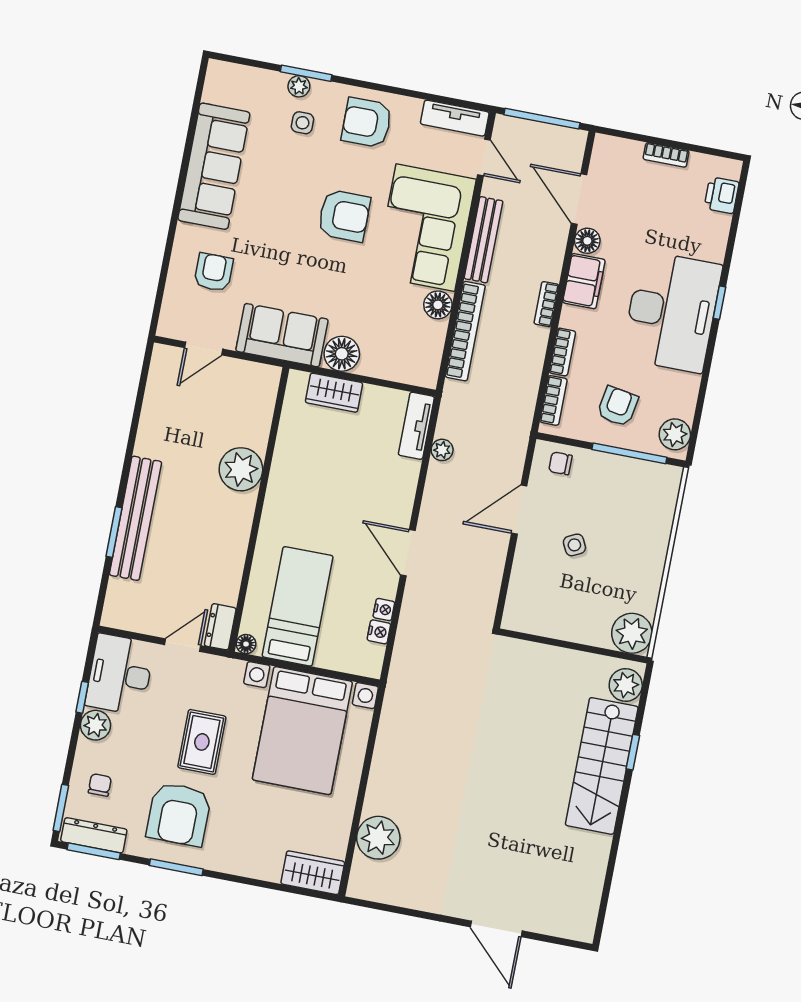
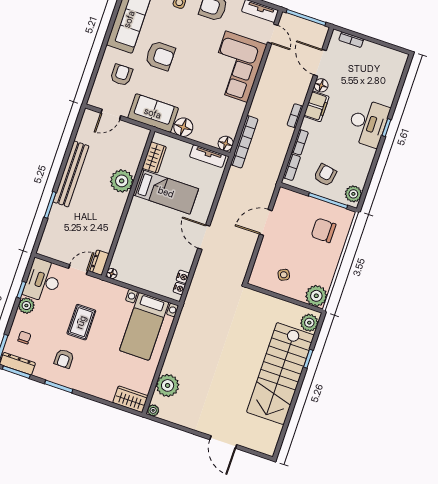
bookcase: (666, 155) -> (351, 40), moved
printer: (721, 195) -> (395, 71), removed
armchair: (344, 216) -> (160, 56), moved
bench: (484, 240) -> (266, 77), removed
floor lamp: (438, 305) -> (226, 144), moved
desk: (672, 312) -> (368, 123), width x0.73, depth x0.77
bookcase: (465, 331) -> (244, 142), moved
wardrobe: (334, 393) -> (154, 157), moved, turned -90
tv unit: (416, 426) -> (208, 156), moved, turned -90
plant: (442, 450) -> (153, 410), moved
chair: (560, 463) -> (324, 230), moved, width x1.87, depth x1.87
bench: (135, 518) -> (71, 174), moved
side table: (574, 545) -> (284, 275), moved
bed: (298, 606) -> (166, 192), moved, turned 90
nightstand: (384, 610) -> (179, 288), moved
bed with nightstands: (302, 731) -> (144, 326), width x0.73
stairs: (602, 766) -> (280, 374), width x1.36, depth x1.51
armchair: (179, 814) -> (64, 359), width x0.53, depth x0.53

